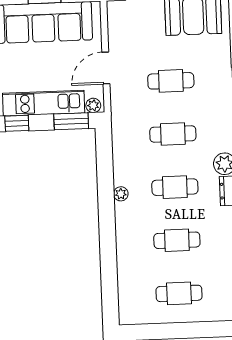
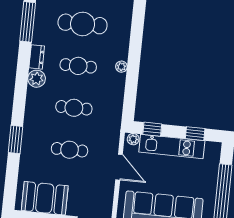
door: (106, 68) -> (119, 167), hinge flipped
window: (71, 121) -> (152, 129), width x0.67
cafe table: (177, 240) -> (83, 24), width x1.37, depth x1.35

